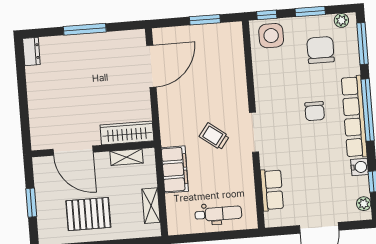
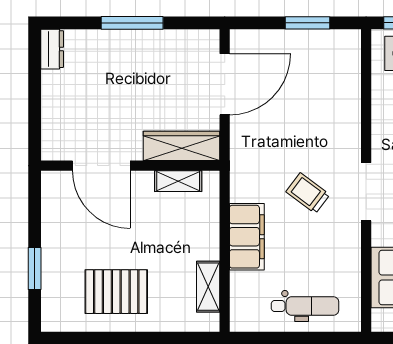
wardrobe: (127, 133) -> (182, 146), moved
wall: (93, 149) -> (130, 166), moved
door: (73, 151) -> (101, 166), moved
shelving: (126, 157) -> (178, 181), moved

